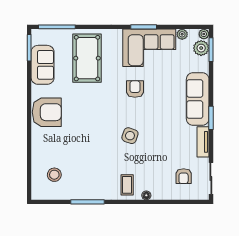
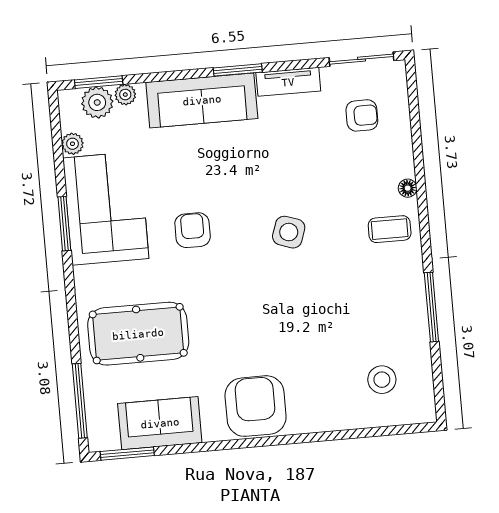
plant: (204, 34) -> (125, 95), moved
armchair: (135, 89) -> (193, 230), turned 90

